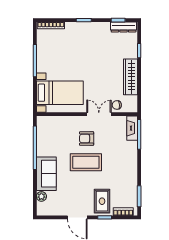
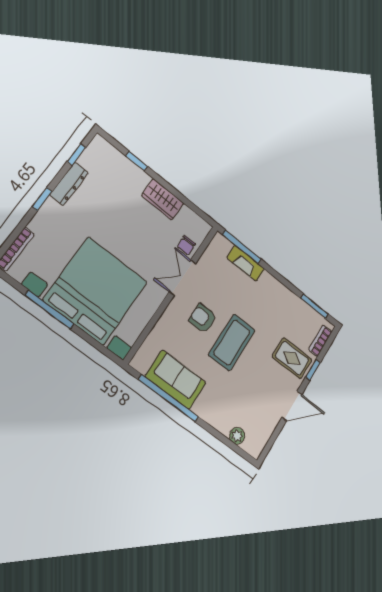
dresser: (124, 27) -> (69, 184), moved
wardrobe: (130, 77) -> (163, 199), width x0.67
bed with nightstands: (60, 93) -> (96, 291), width x1.85
fireplace: (132, 128) -> (246, 263), moved
armchair: (87, 139) -> (203, 318), turned 90
sofa: (46, 174) -> (176, 380), moved

